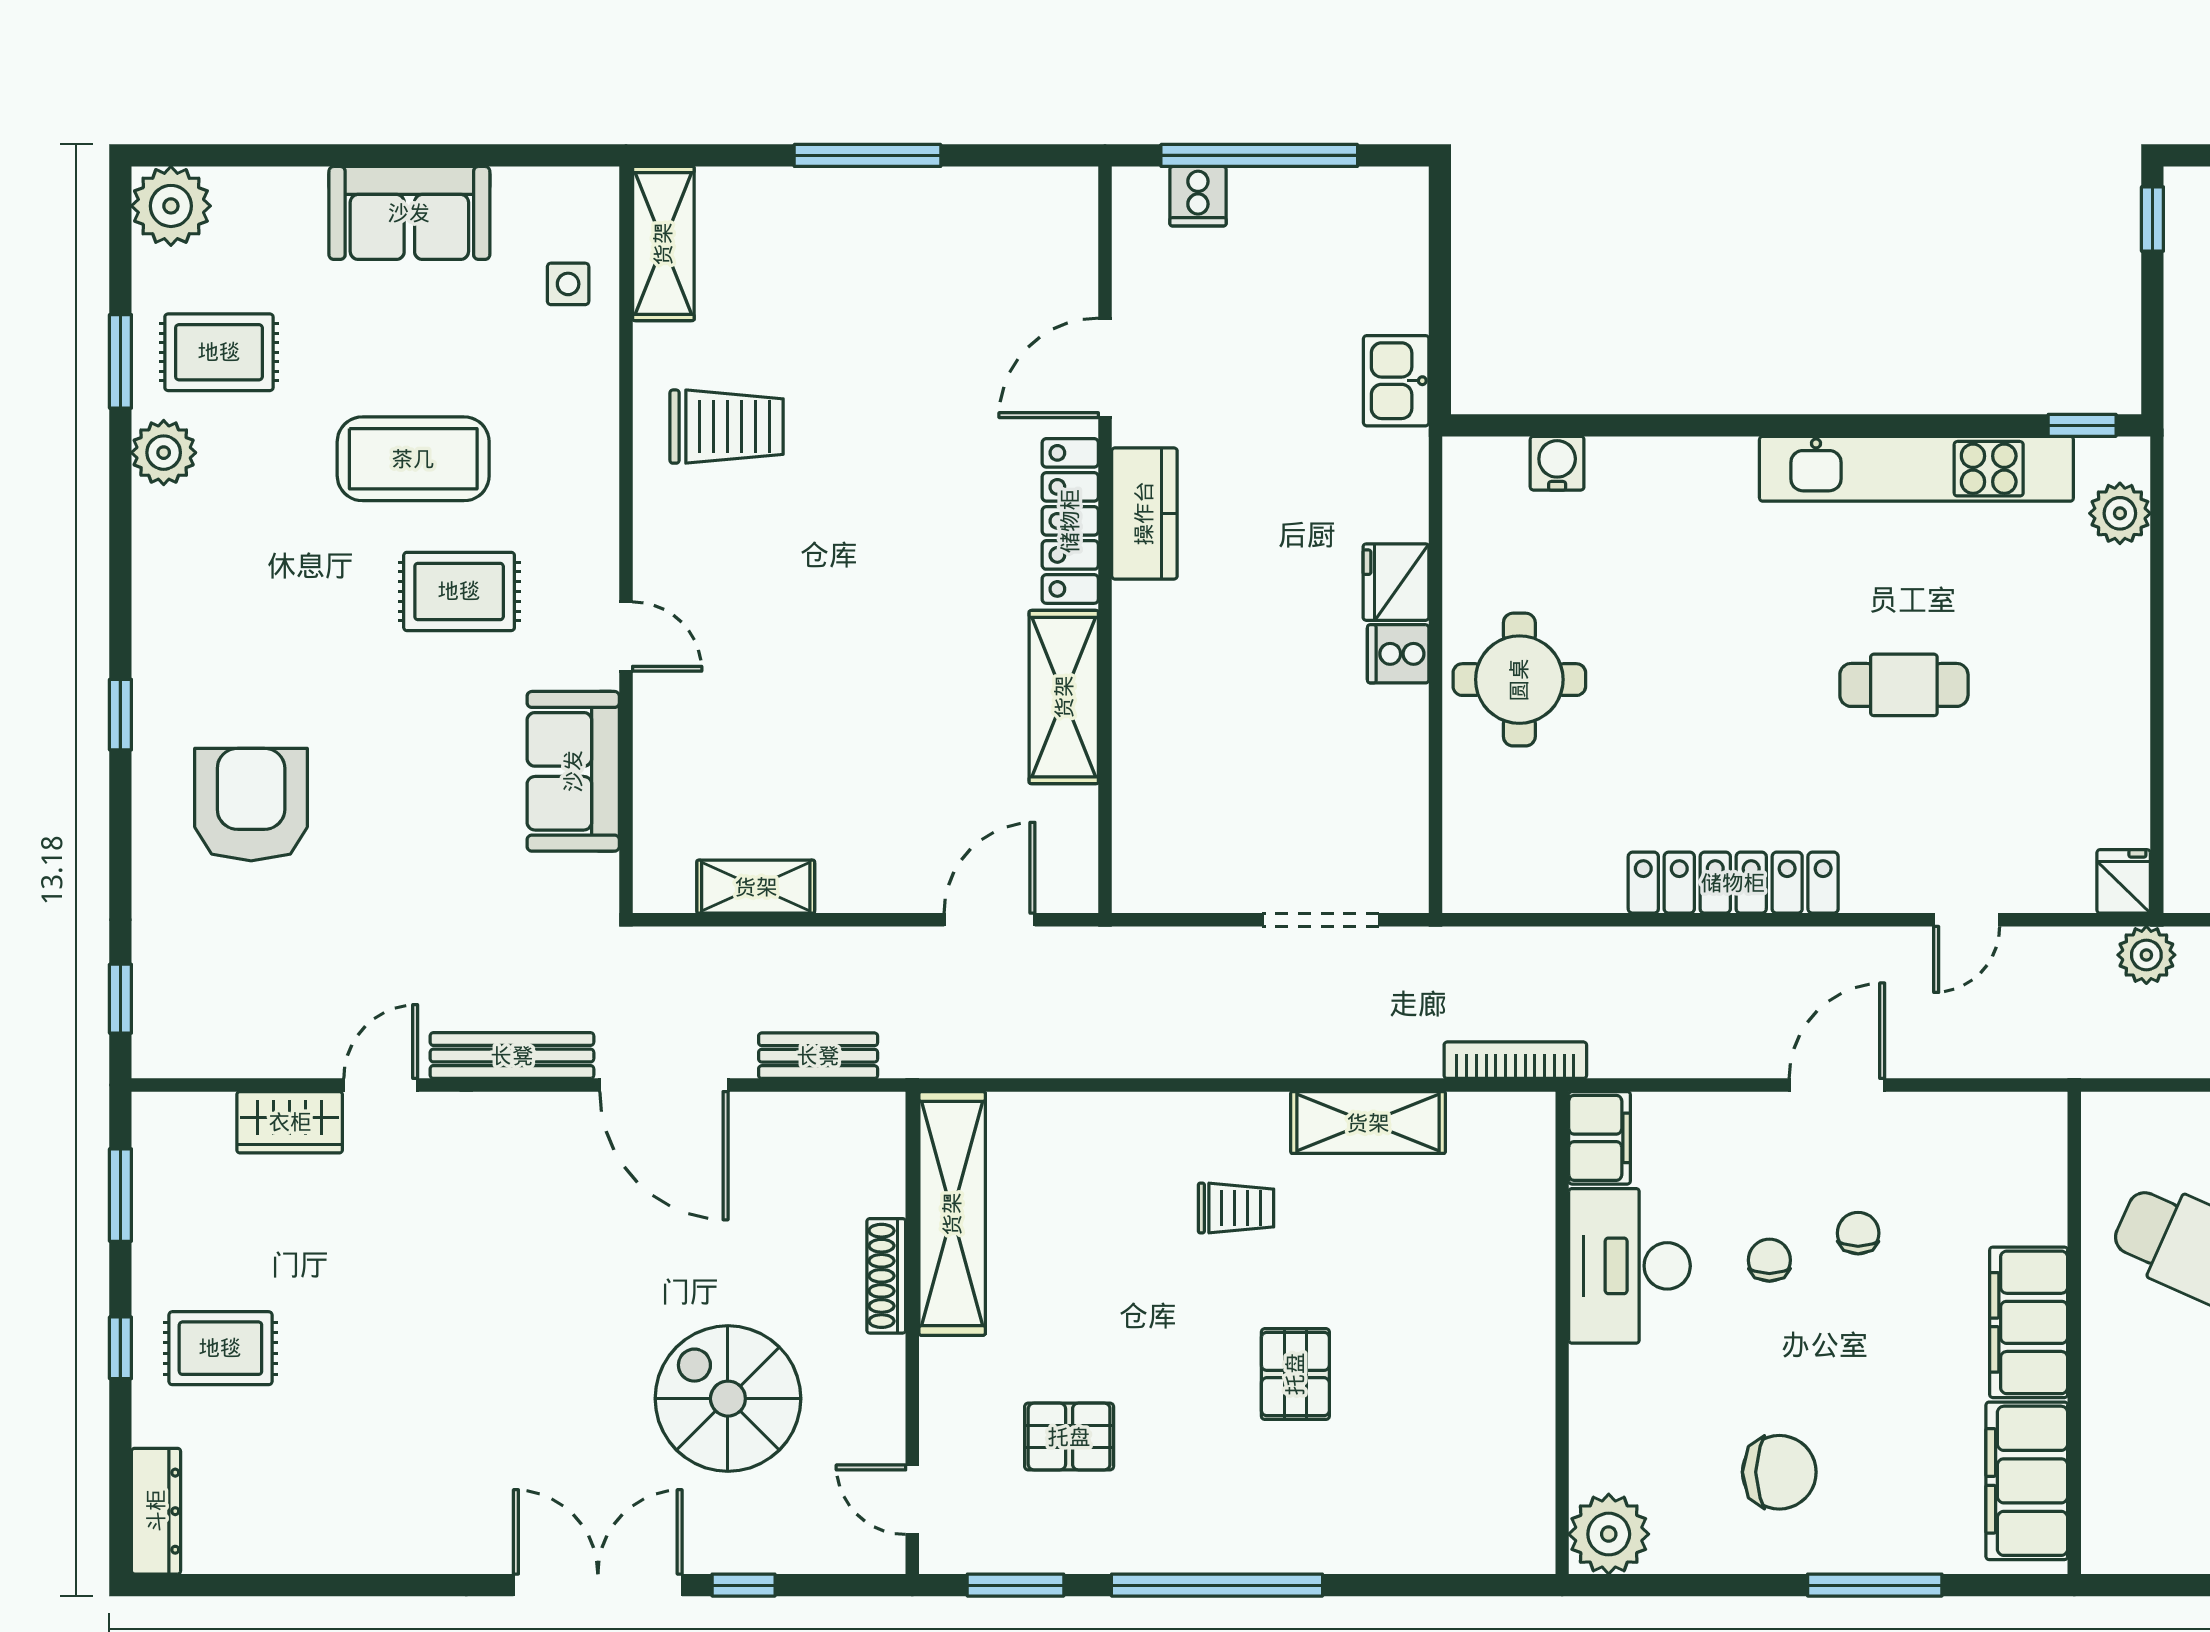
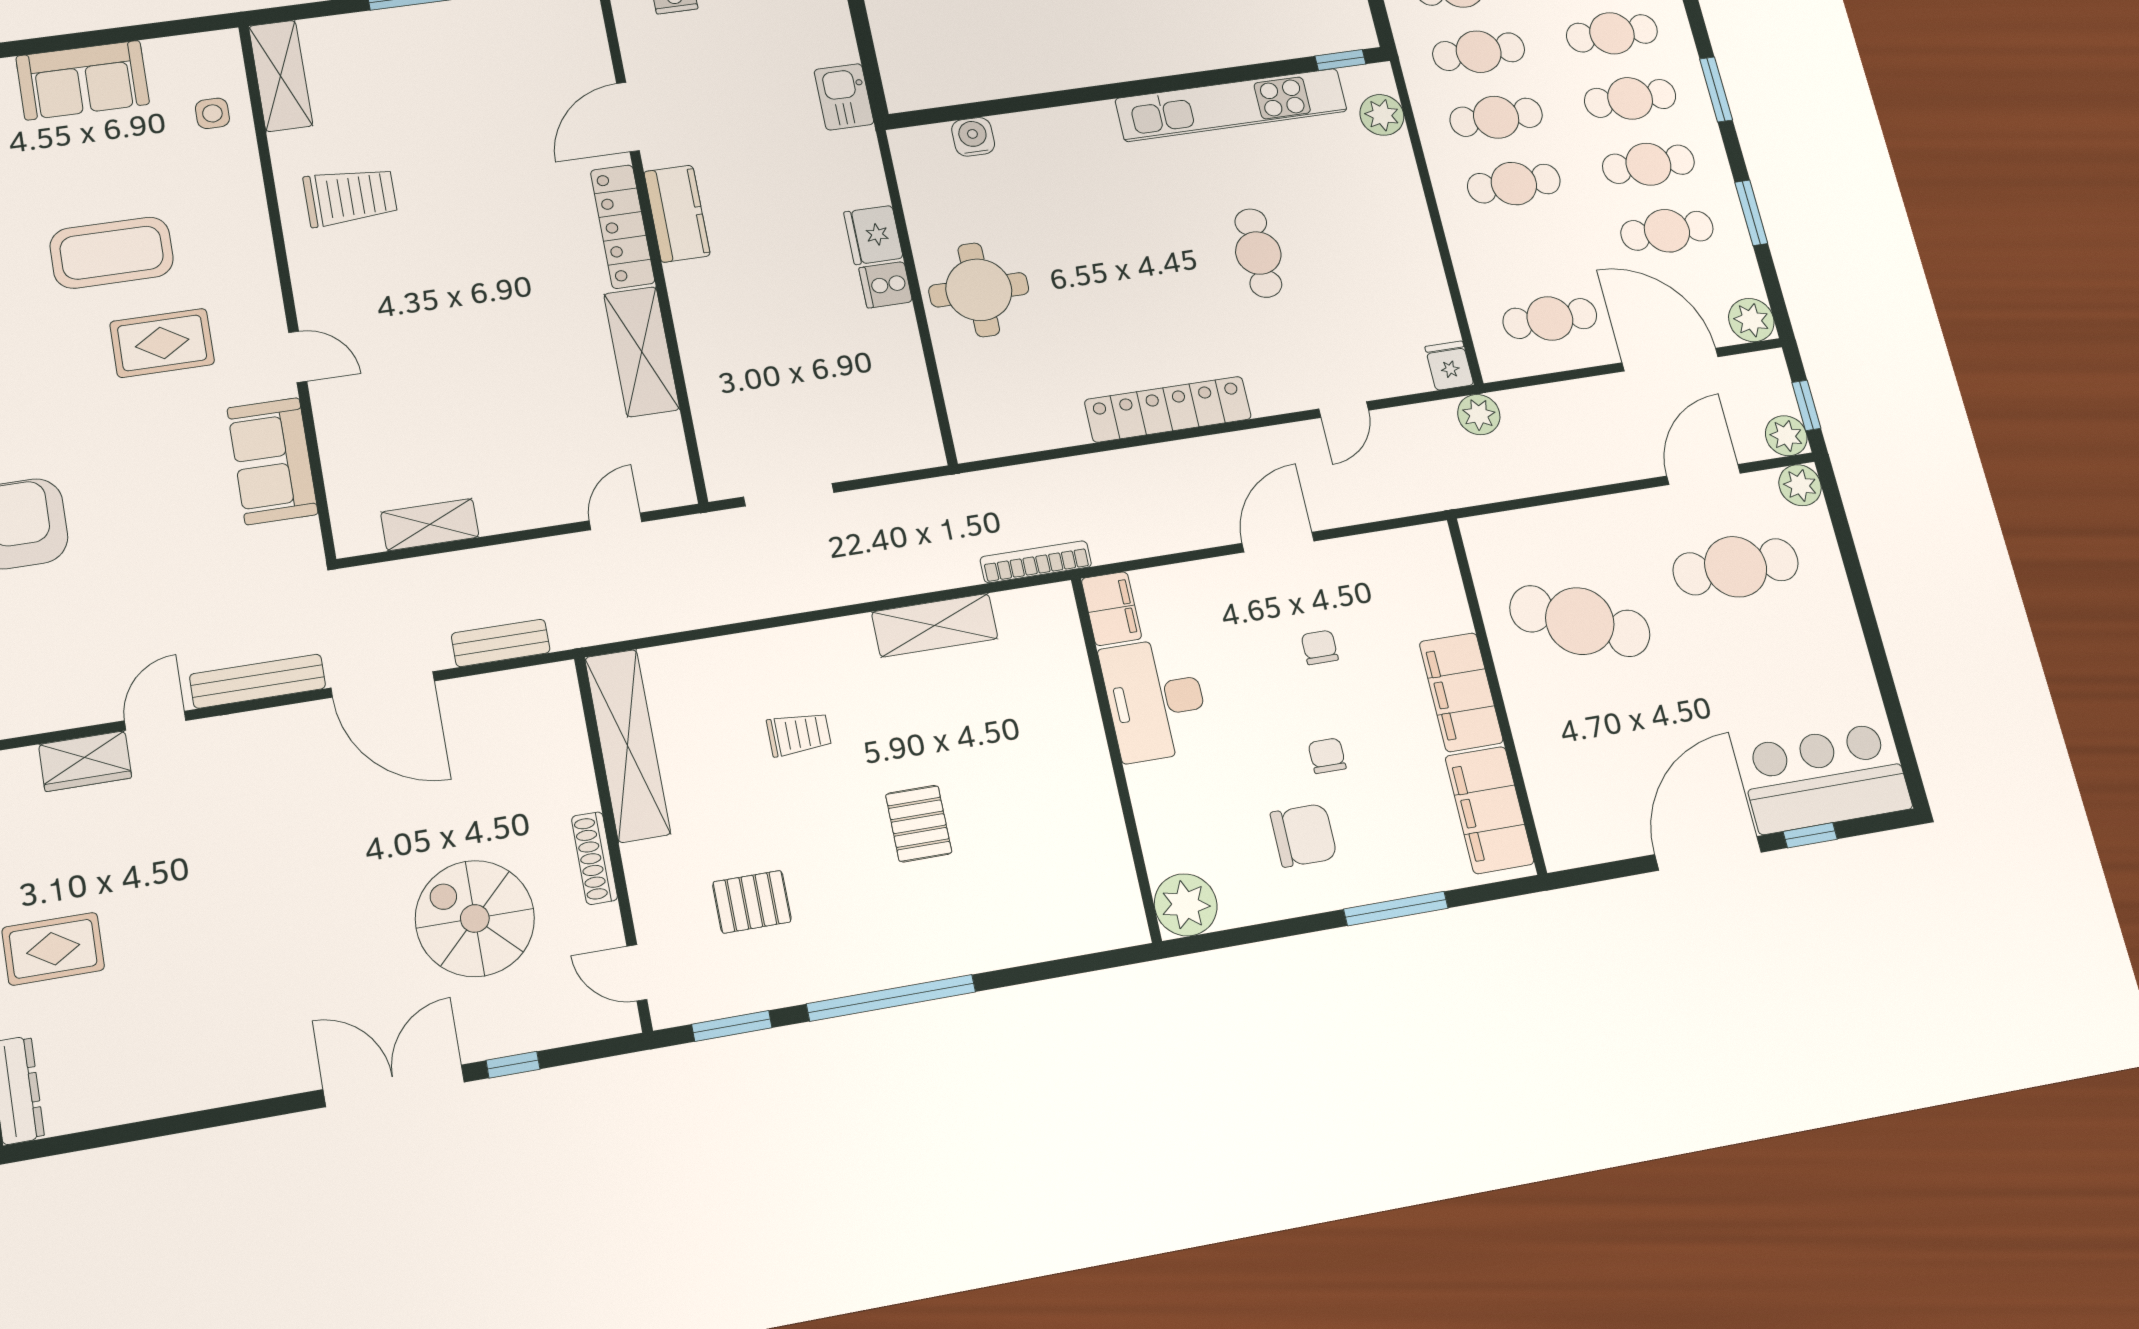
cafe table: (1904, 685) -> (1258, 253), turned 90
door: (989, 920) -> (616, 521), width x0.73
doorway: (1321, 920) -> (789, 495), moved
trolley: (1236, 1208) -> (799, 734), moved
chair: (1769, 1260) -> (1327, 756), moved
shoe rack: (886, 1276) -> (595, 858), moved

